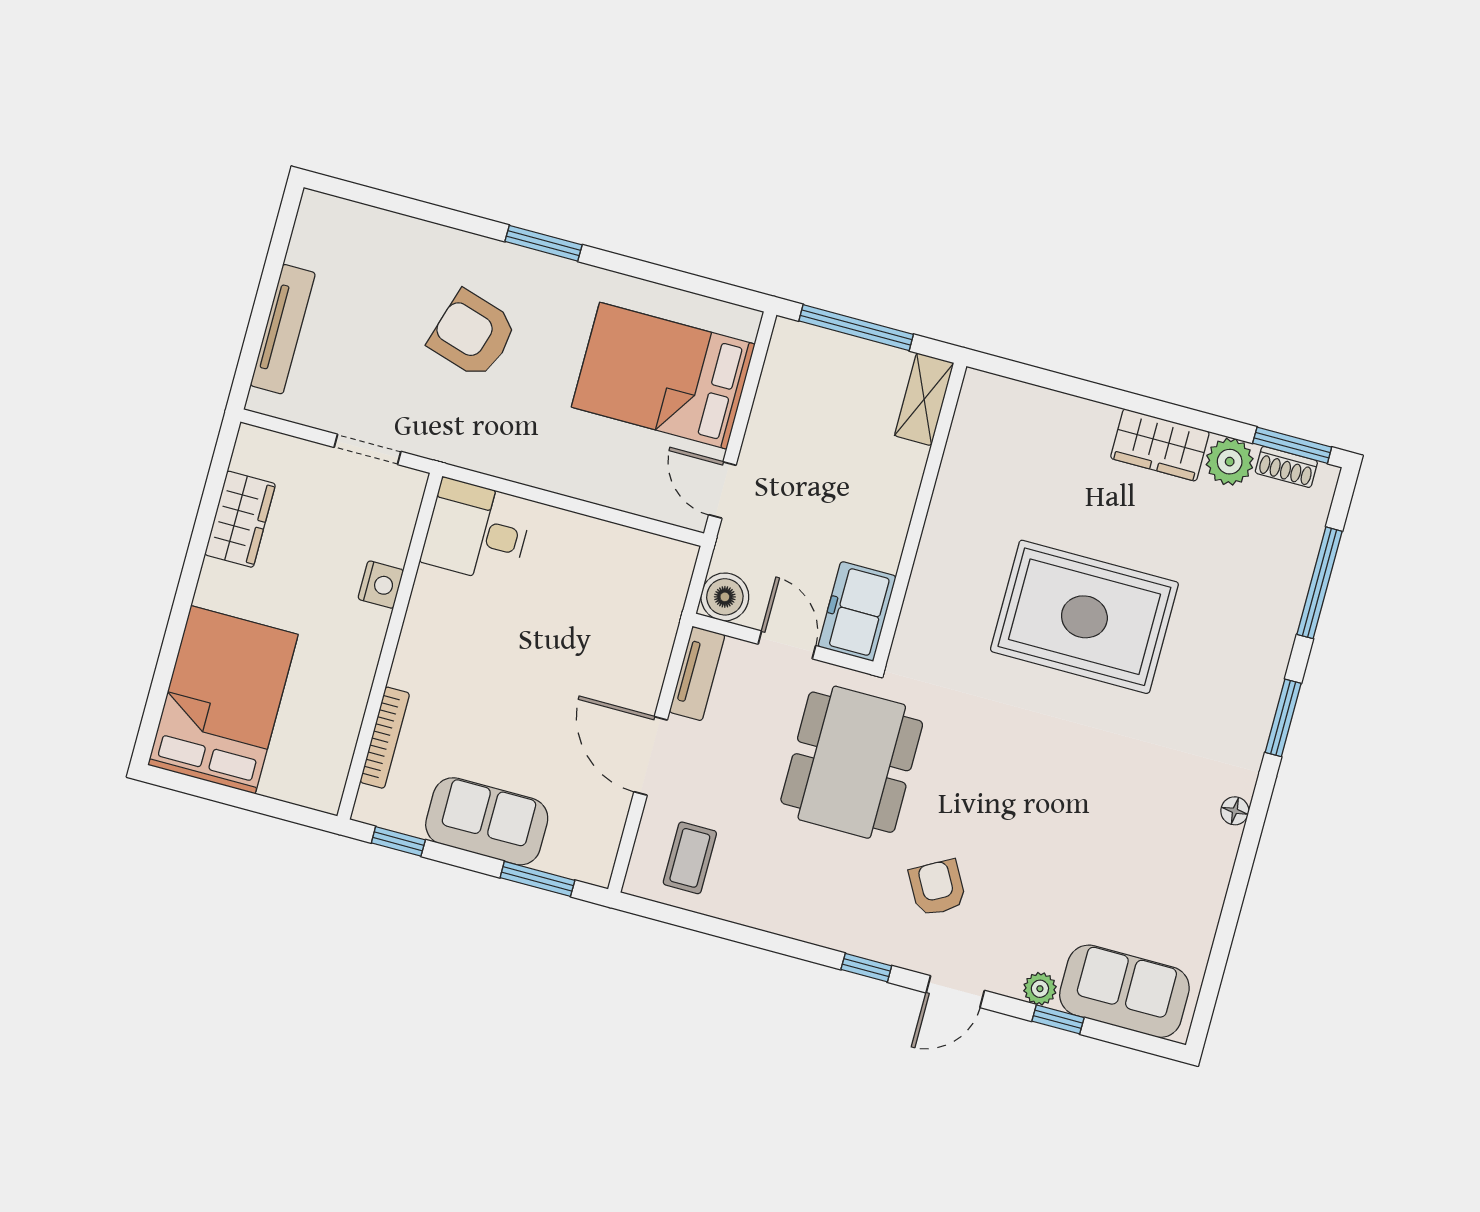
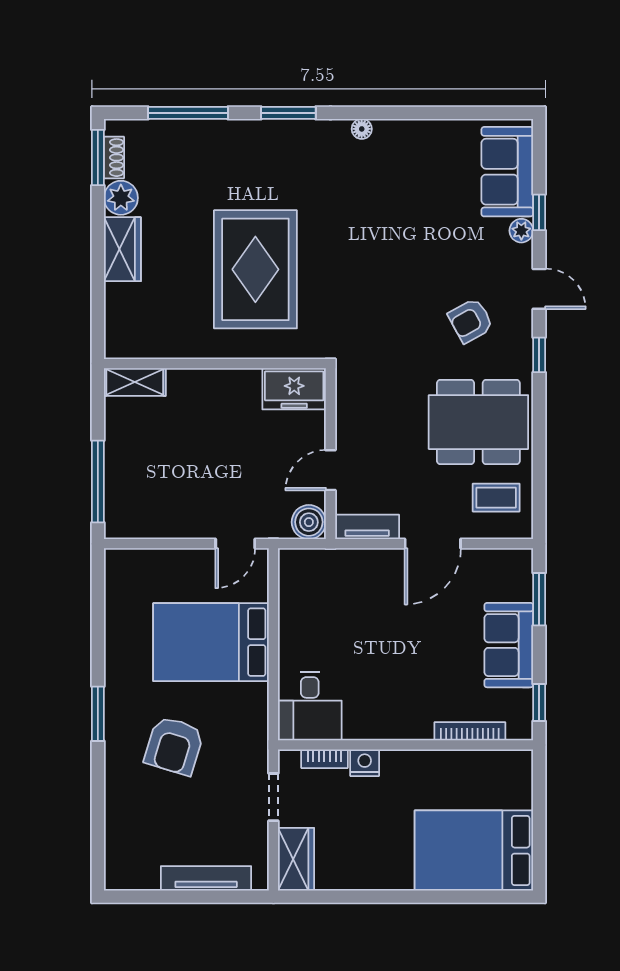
bed: (663, 376) -> (211, 642), moved, turned 90
shelving: (924, 399) -> (135, 382), moved
wall: (920, 514) -> (215, 364), moved
wardrobe: (240, 519) -> (296, 859), moved, turned 90
bookcase: (401, 532) -> (324, 759), added
freezer: (857, 611) -> (294, 389), moved
dining table: (852, 762) -> (478, 422), moved

